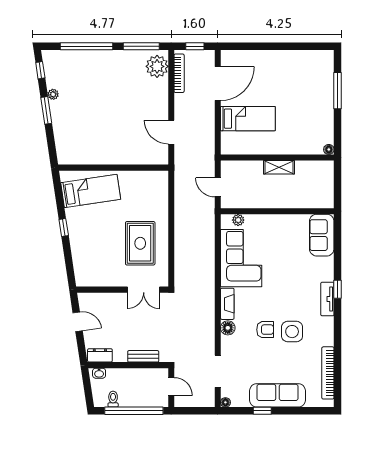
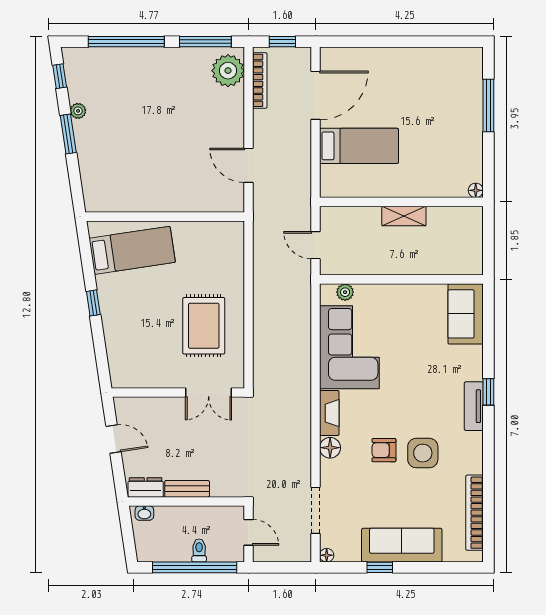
armchair: (265, 330) -> (384, 450), turned 180
bench: (143, 356) -> (187, 489), moved
toilet: (113, 399) -> (199, 551), moved

